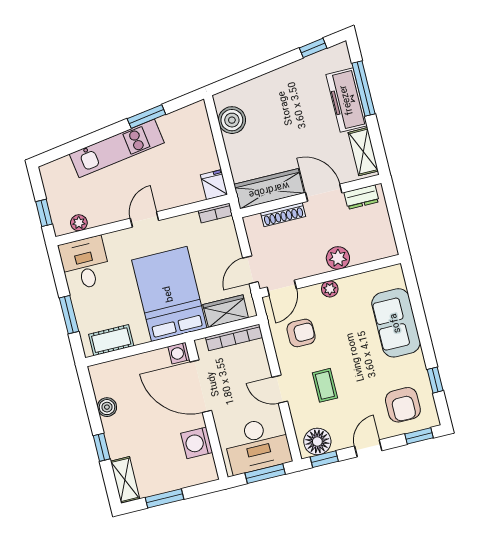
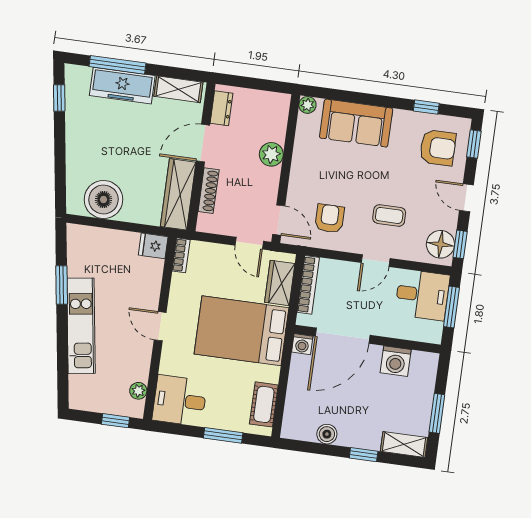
boiler: (232, 120) -> (104, 199), width x1.37, depth x1.37
plant: (330, 289) -> (307, 105), moved
desk: (257, 445) -> (422, 295), width x0.73

